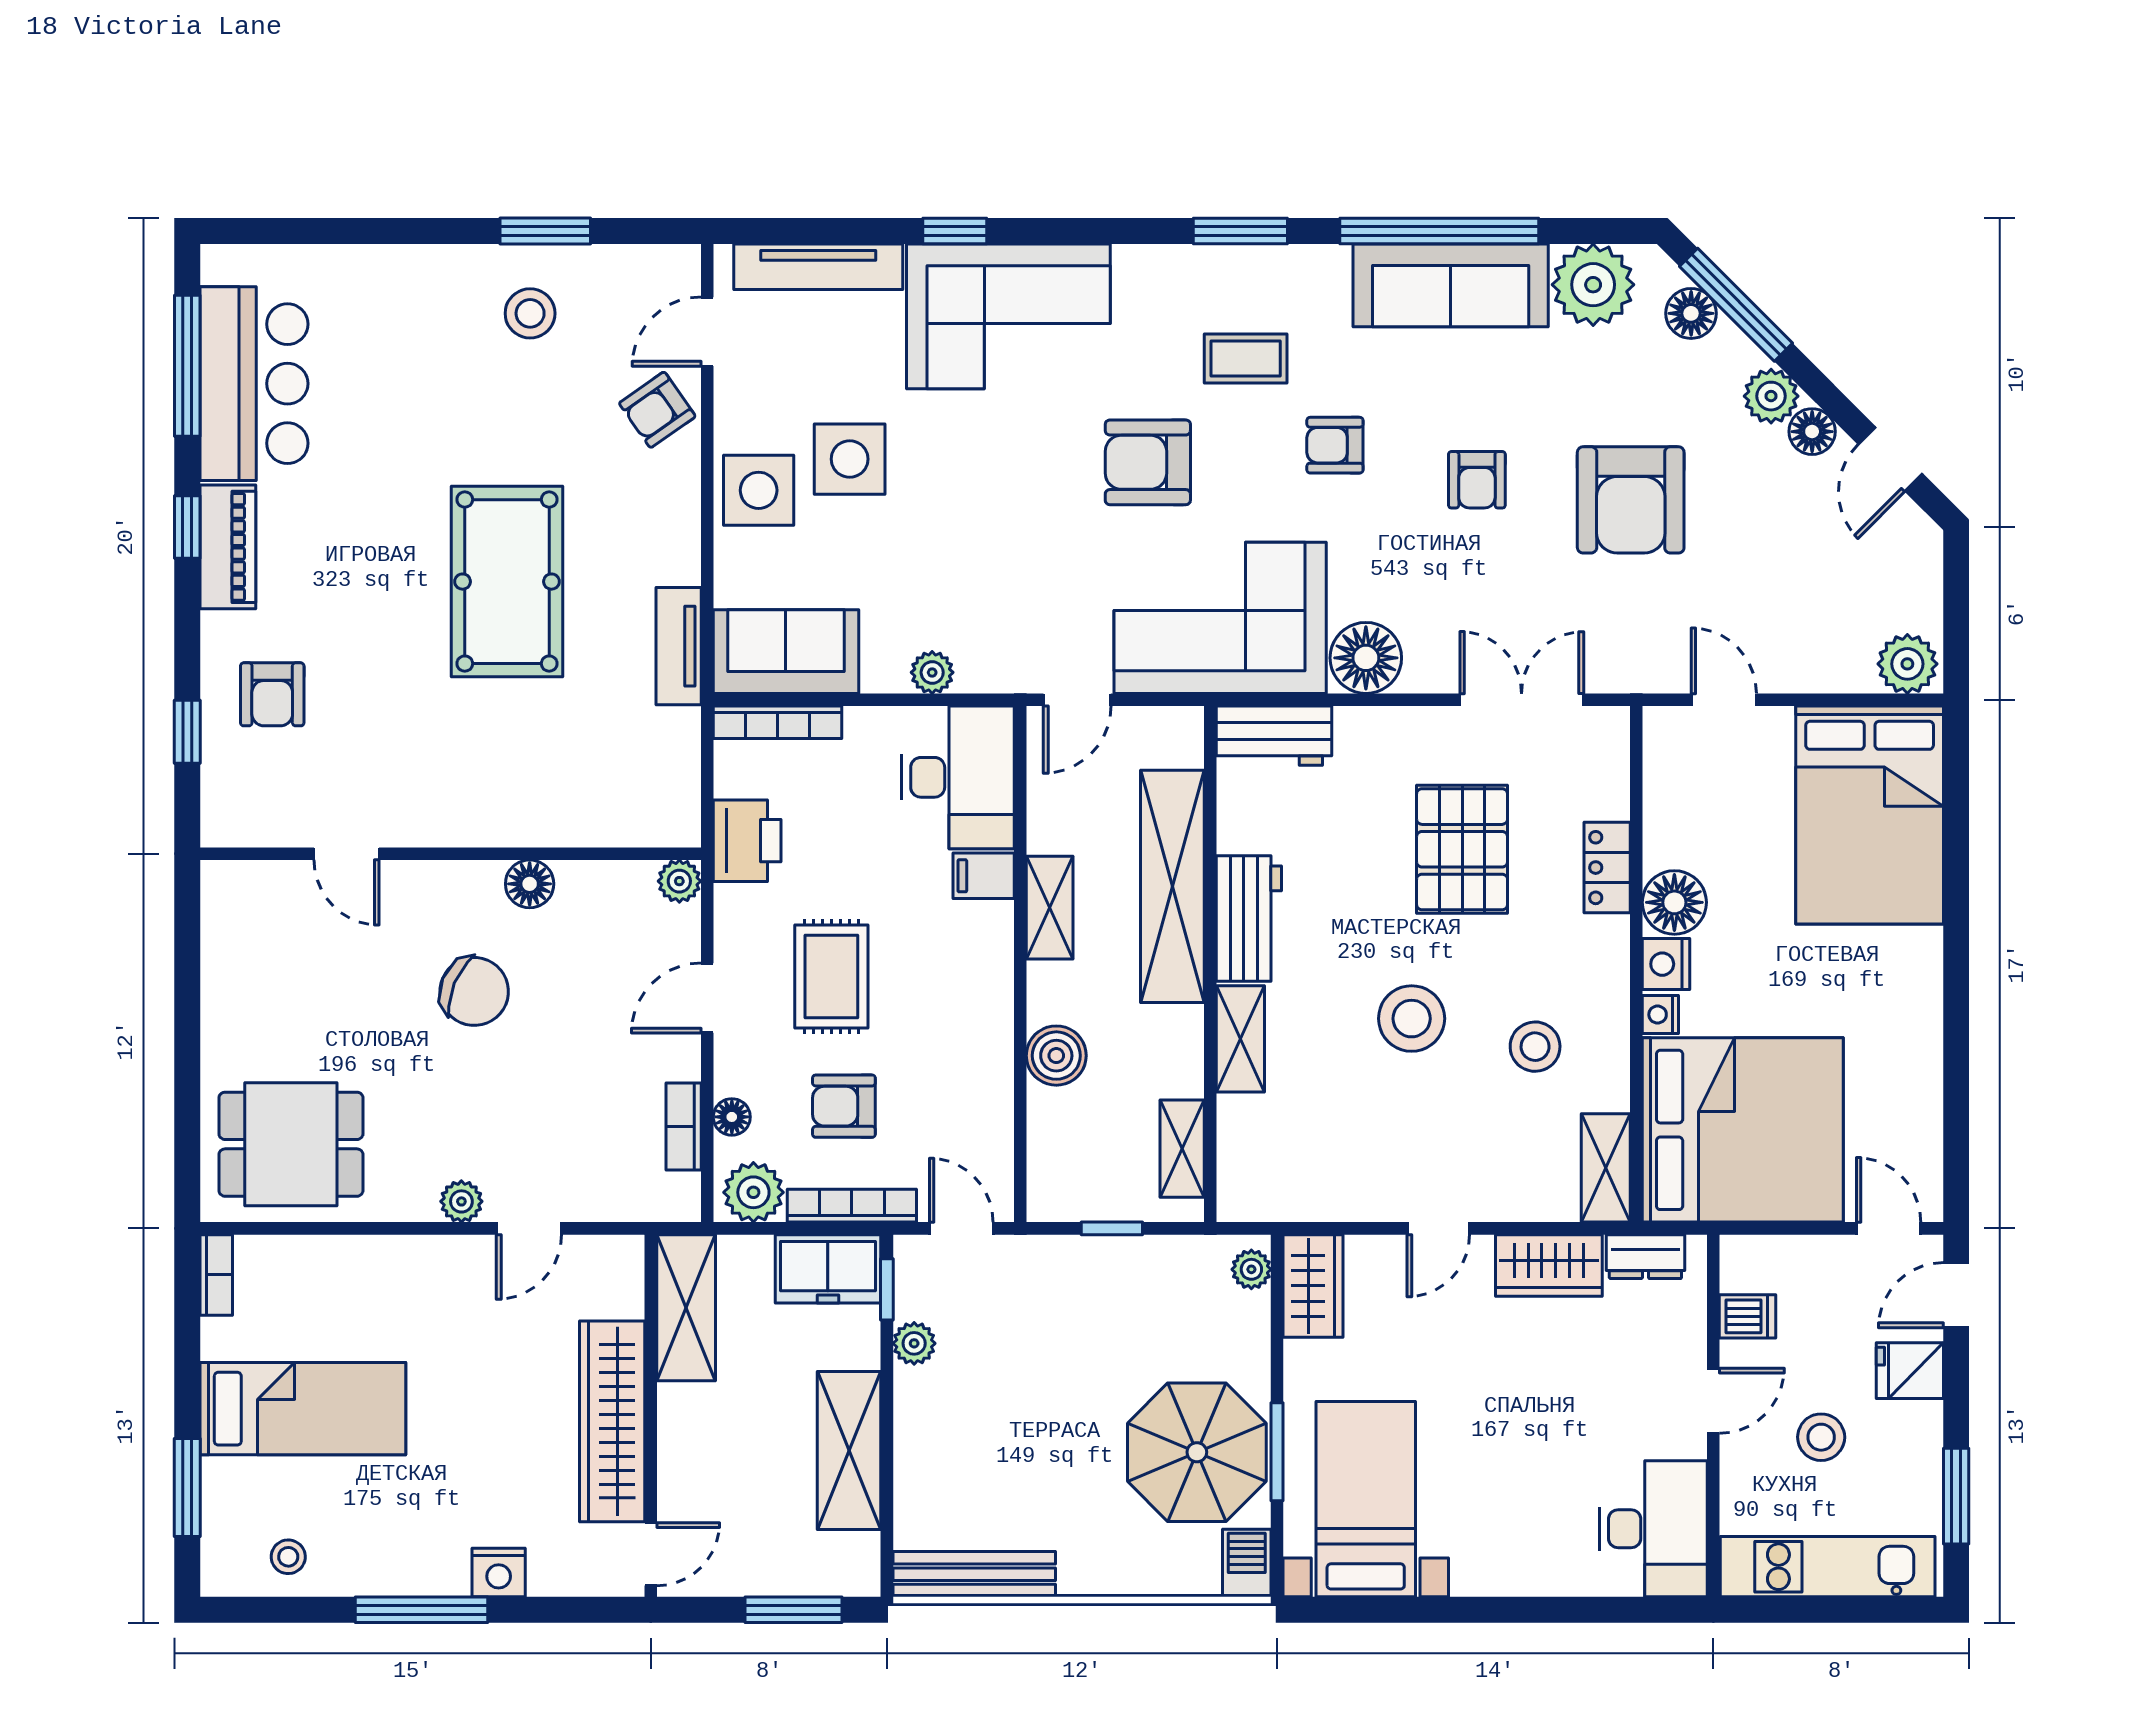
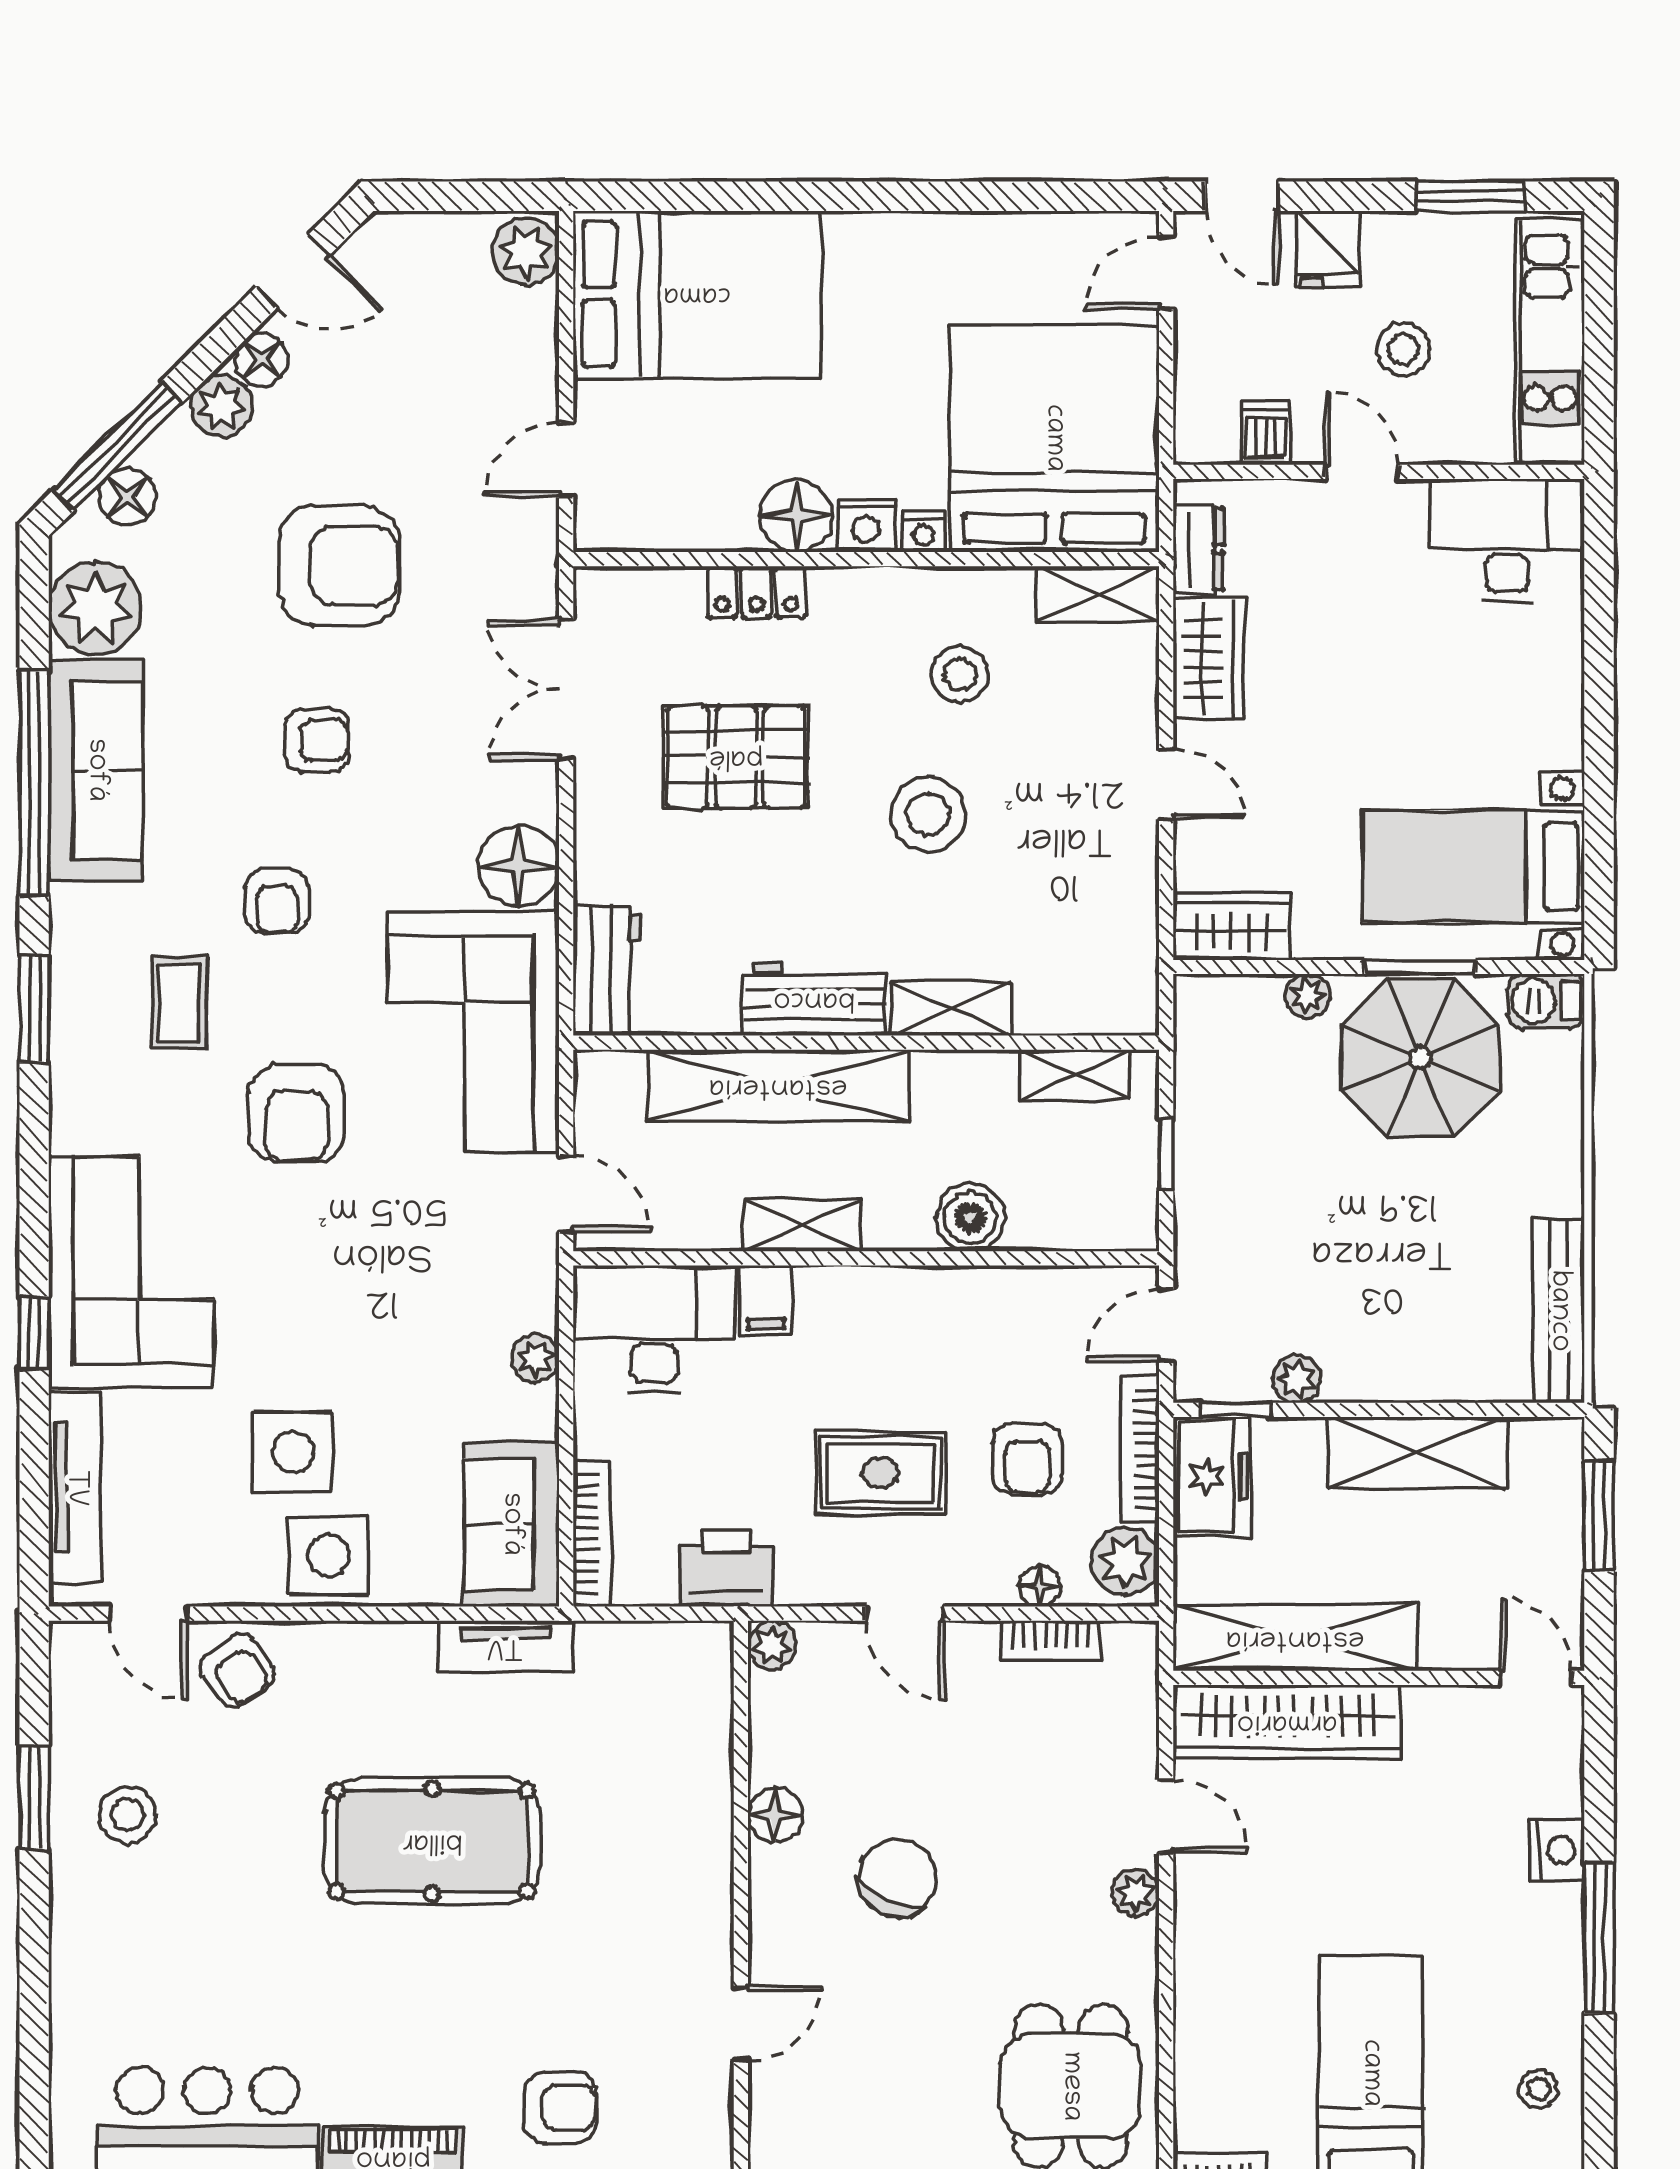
plant: (1251, 1269) -> (1308, 996), moved
shelving: (686, 1308) -> (1295, 1638), width x1.47
wardrobe: (612, 1421) -> (1287, 1722), moved

